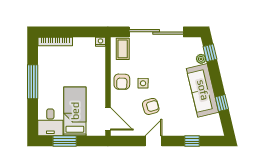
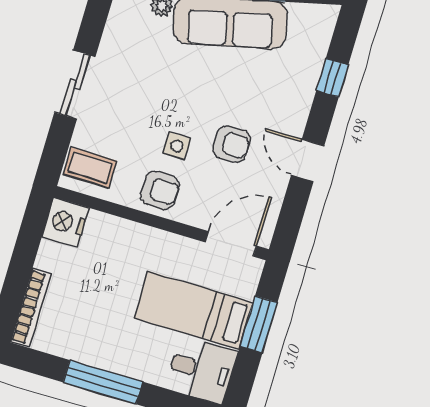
sliding door: (156, 32) -> (75, 85), width x0.54
nightstand: (100, 42) -> (65, 222), width x1.89, depth x1.79
armchair: (151, 106) -> (232, 144), turned 105
window: (65, 141) -> (259, 324), moved

